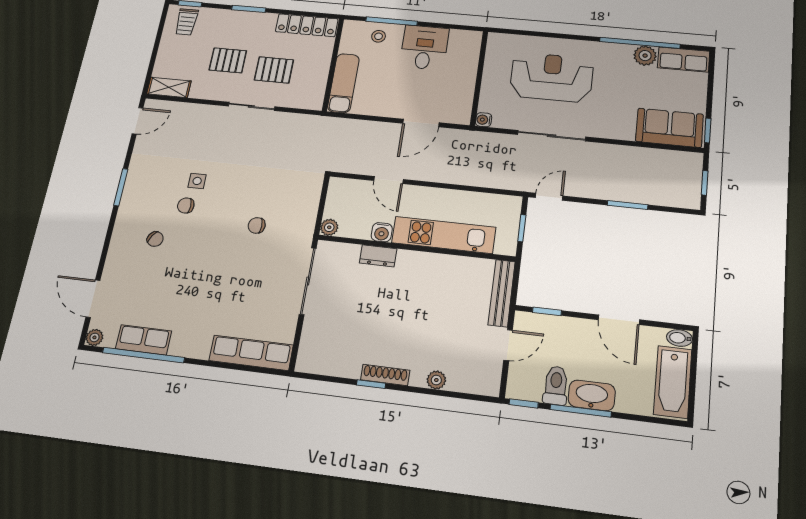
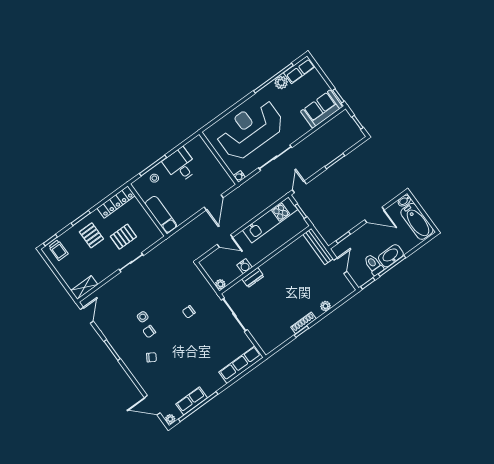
pallet: (228, 60) -> (91, 235), moved, turned 90
reception desk: (552, 77) -> (250, 130), width x1.36, depth x1.30
kitchen unit: (444, 235) -> (270, 220), moved, turned 180

